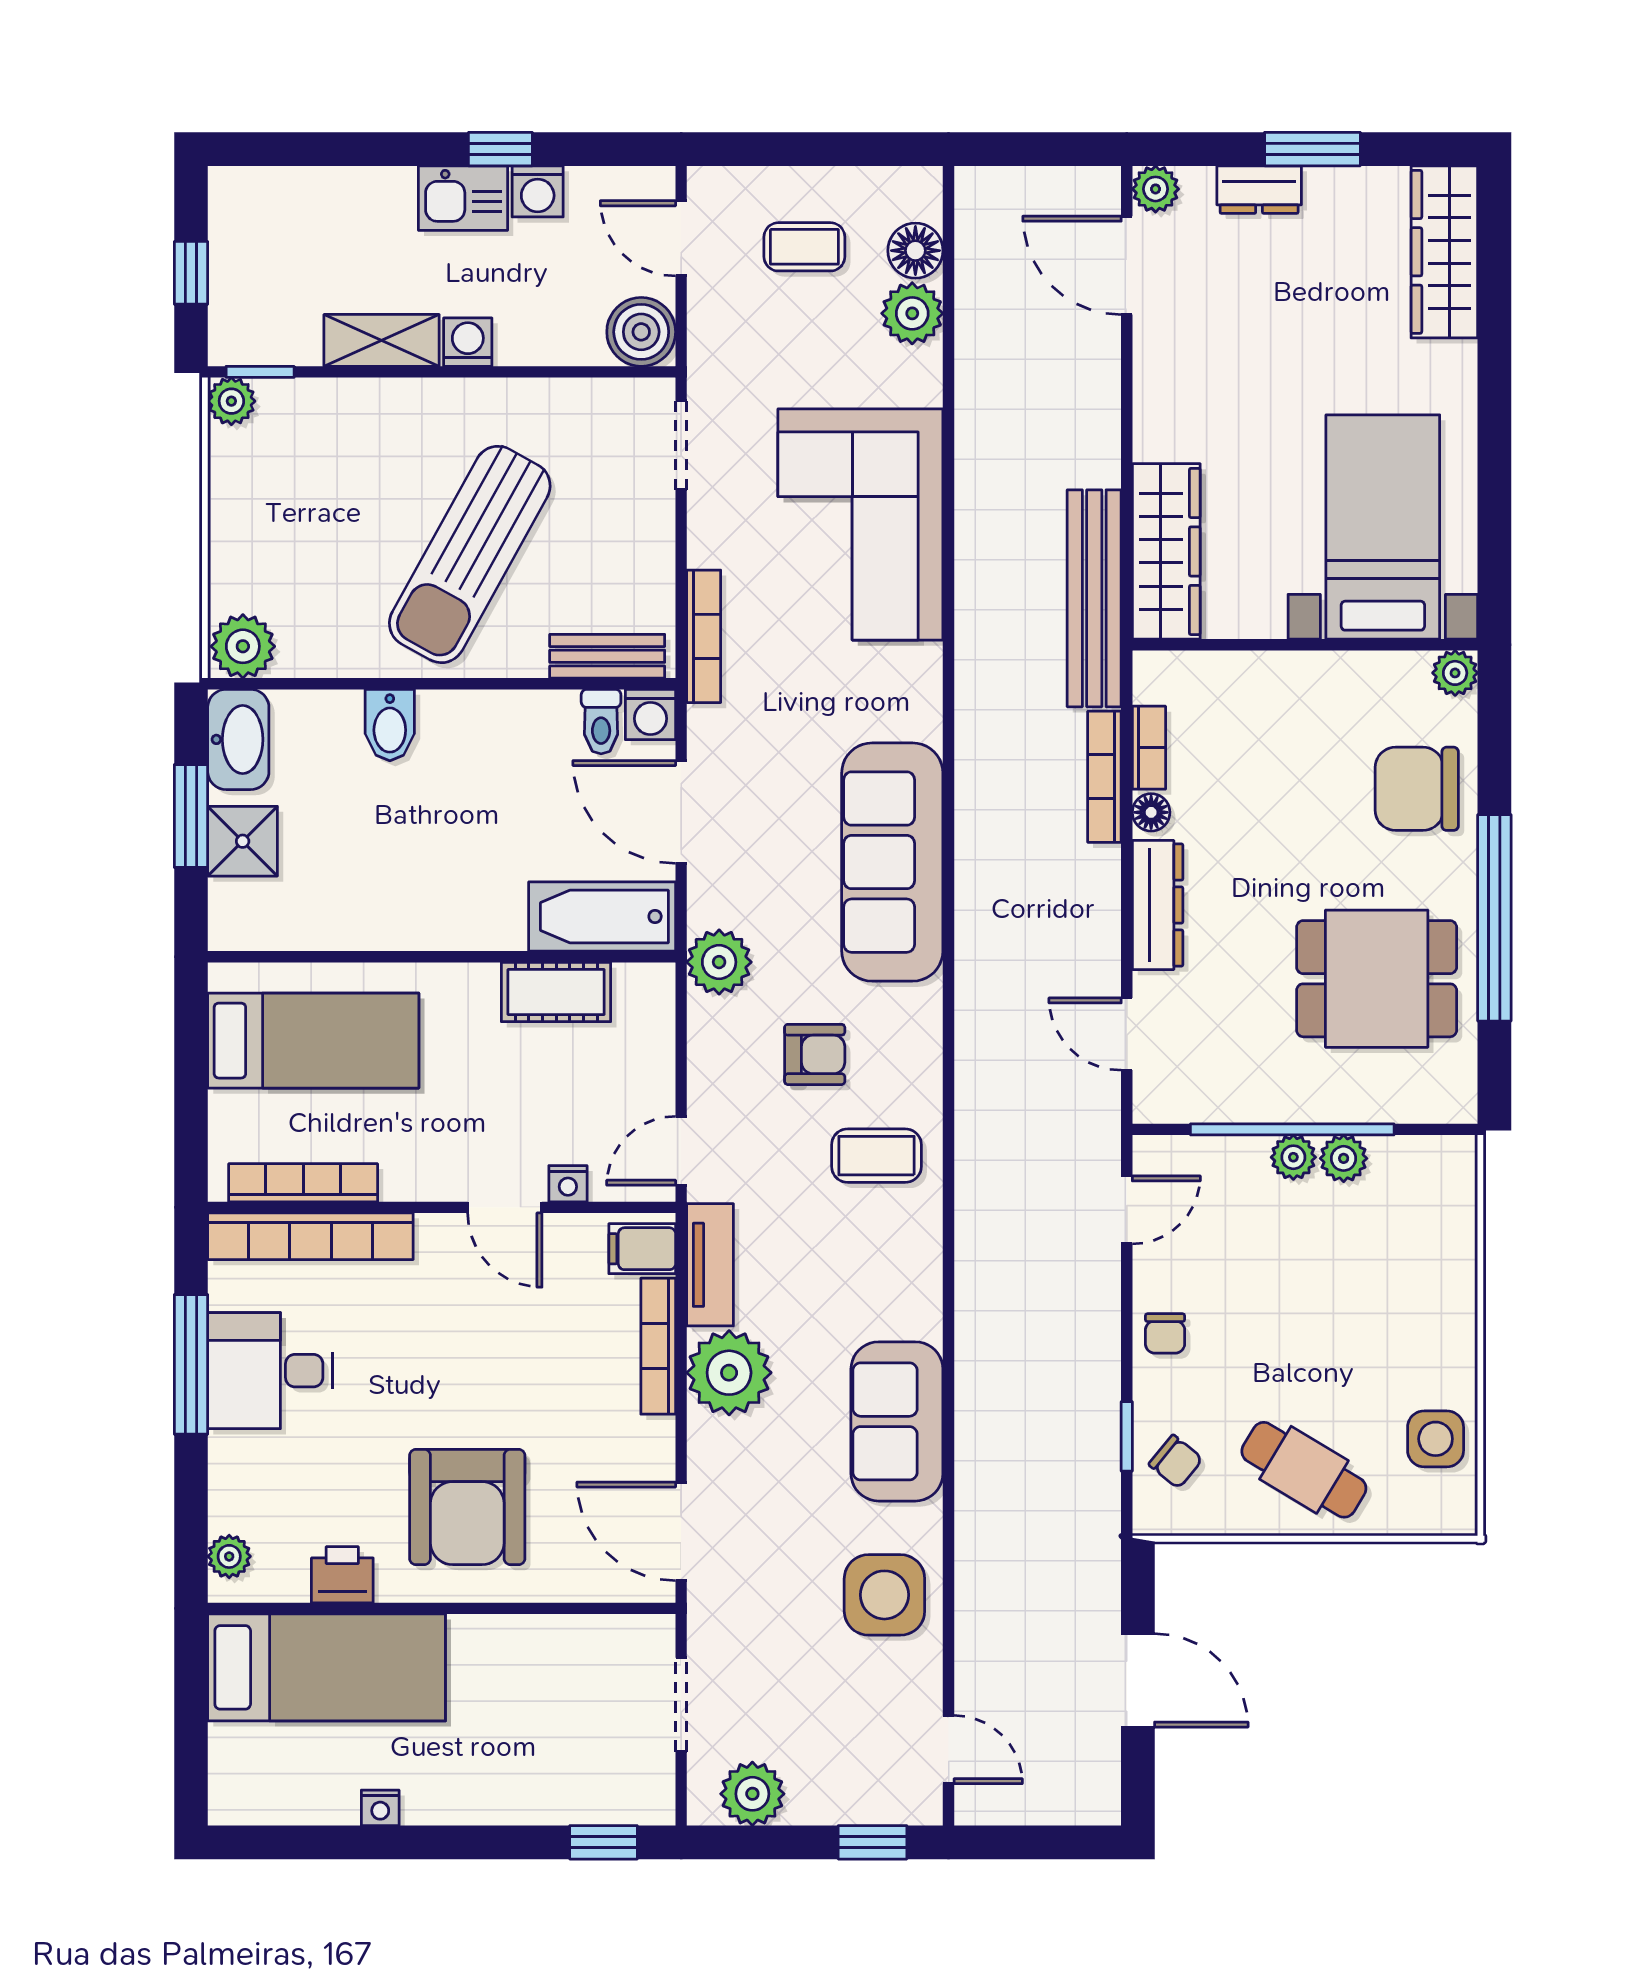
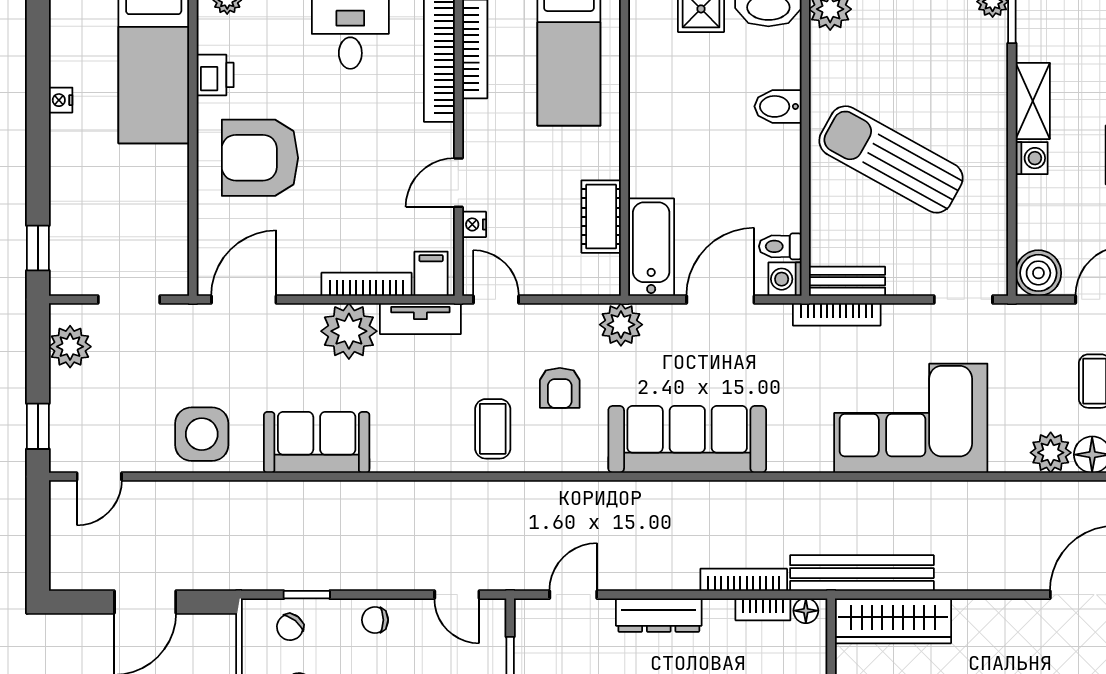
bench: (607, 656) -> (847, 281), moved, turned 90
floor lamp: (1151, 812) -> (806, 611), moved

